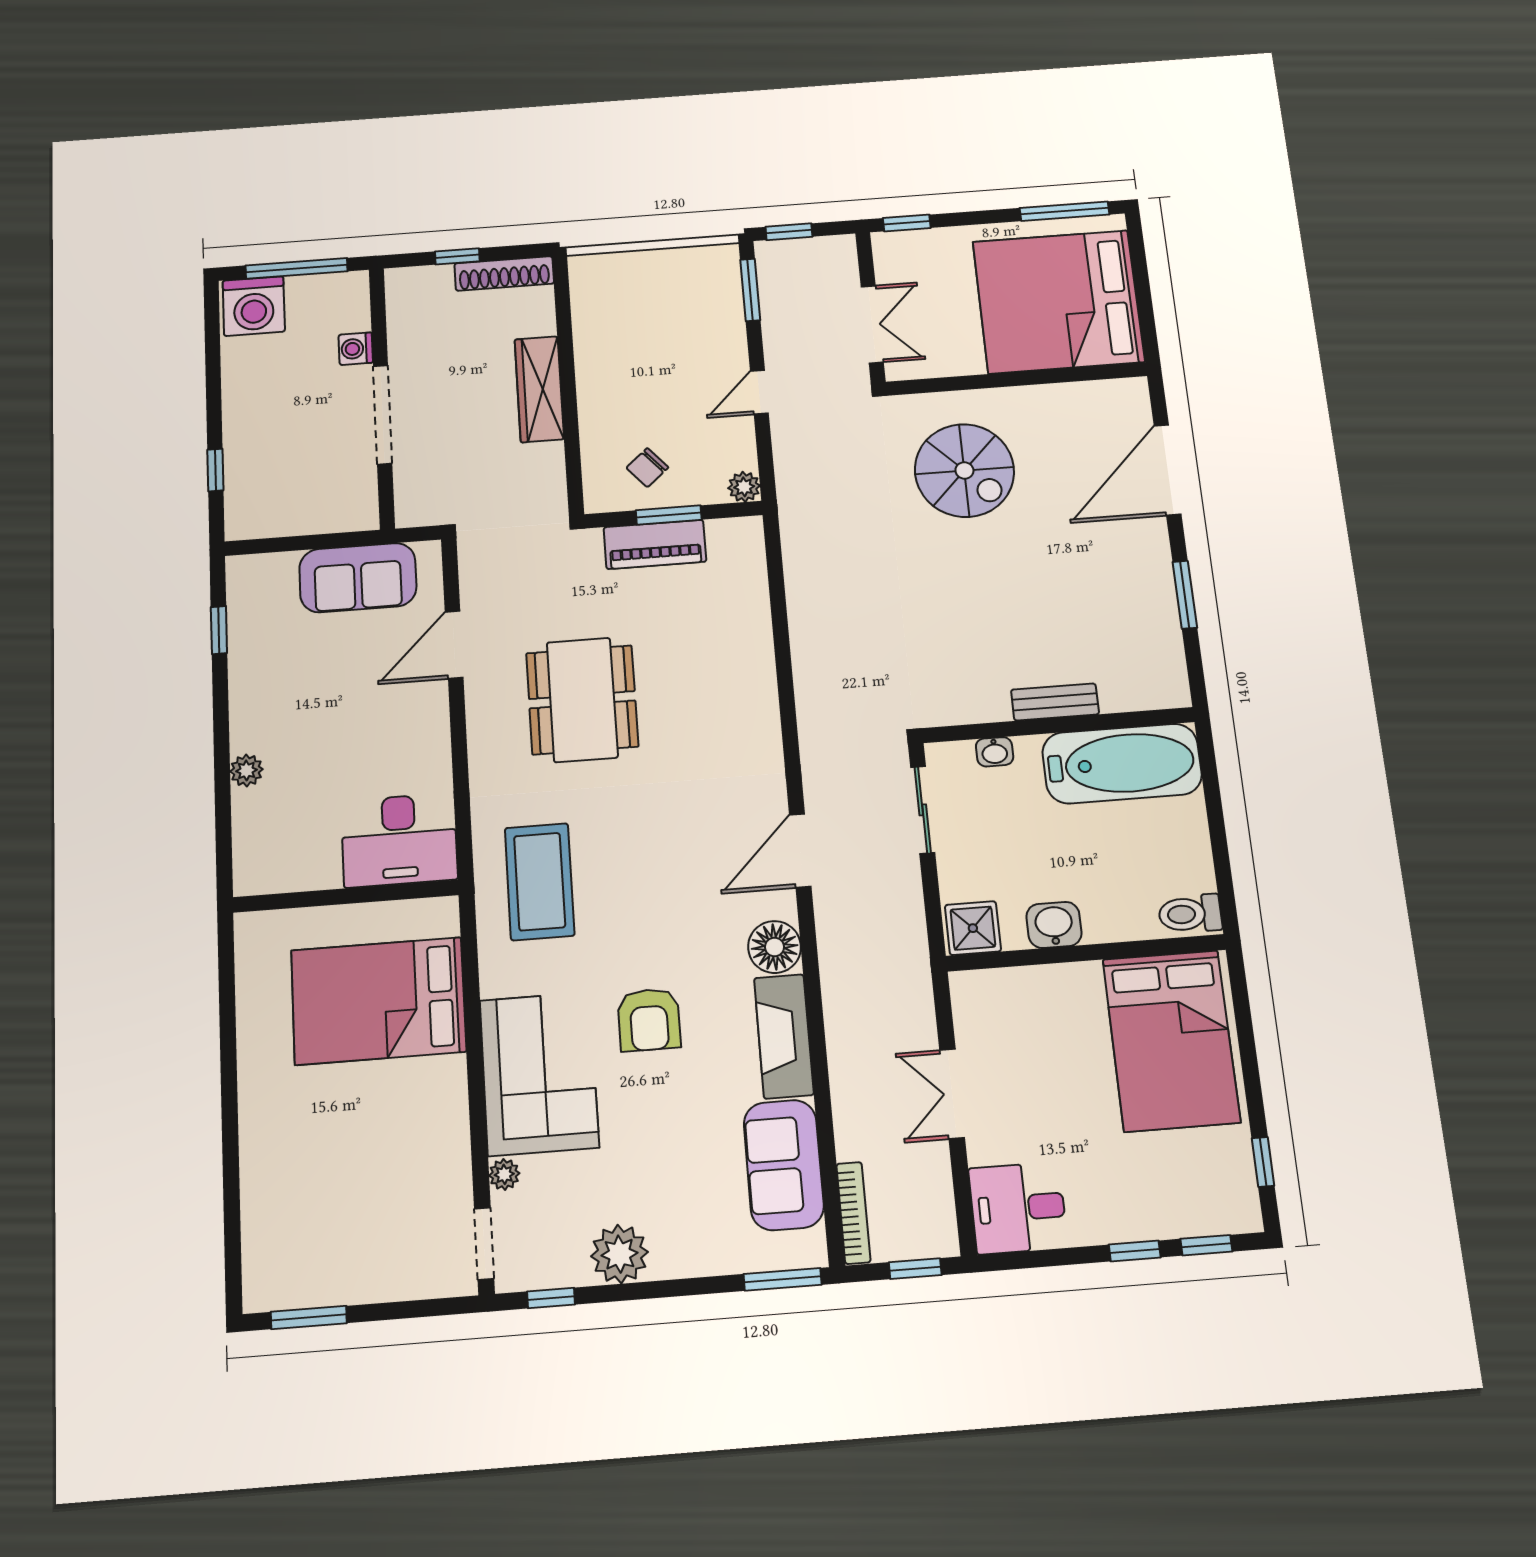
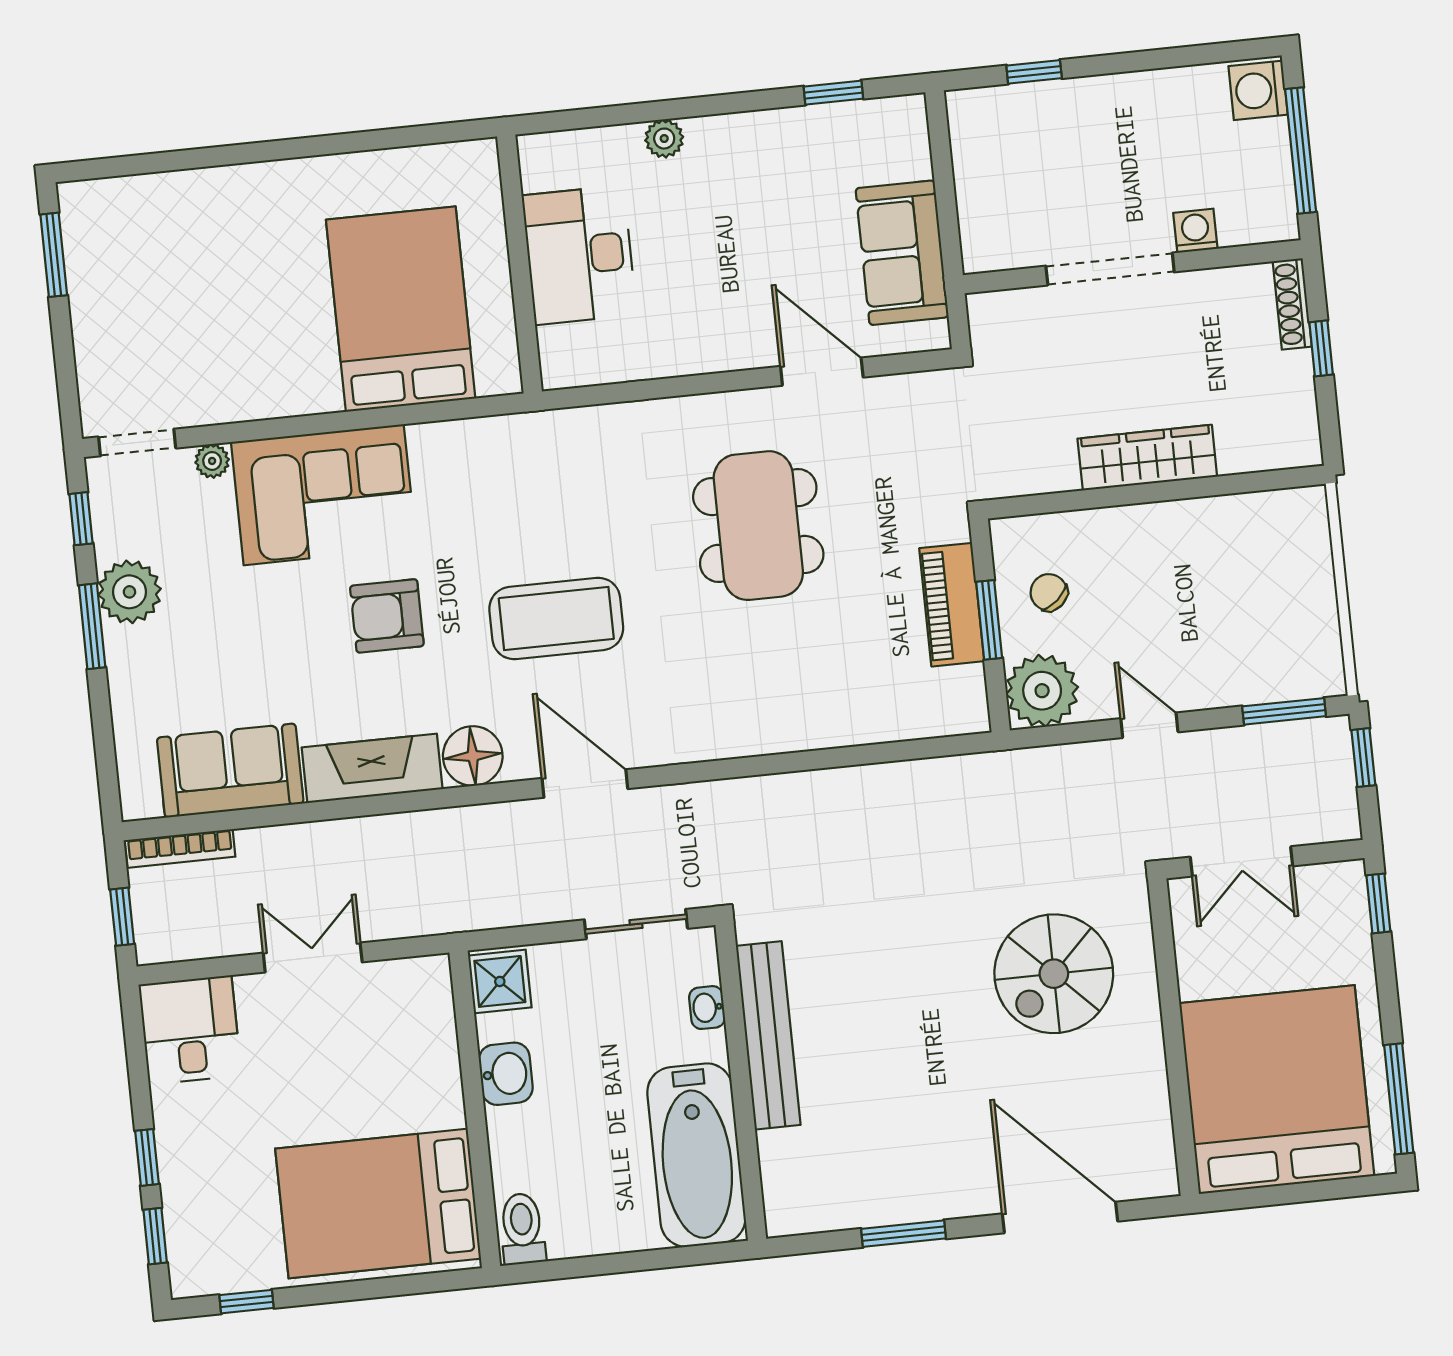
shoe rack: (504, 273) -> (1292, 304), moved, width x0.74, depth x0.81
washing machine: (254, 306) -> (1258, 90), width x0.73, depth x0.73
plant: (744, 487) -> (1042, 691), width x1.87, depth x1.87
dining table: (582, 700) -> (758, 526), turned 90
bench: (1055, 702) -> (768, 1035), width x1.86, depth x1.21
desk: (399, 840) -> (579, 255), moved
coffee table: (540, 882) -> (556, 618), moved
window: (783, 1279) -> (92, 626), moved

